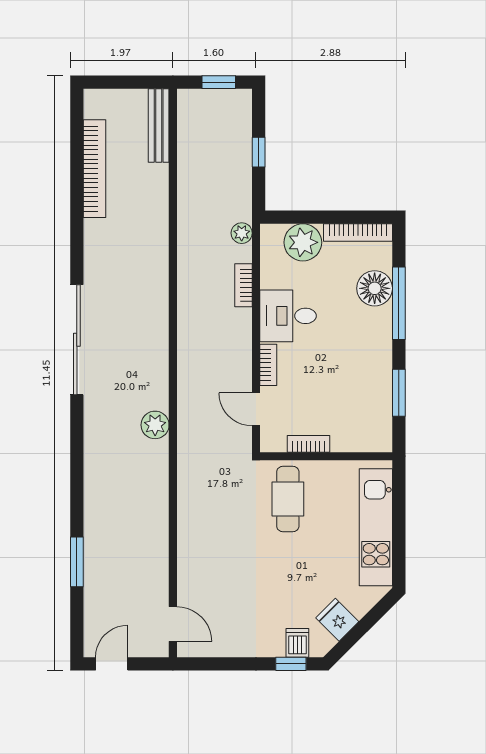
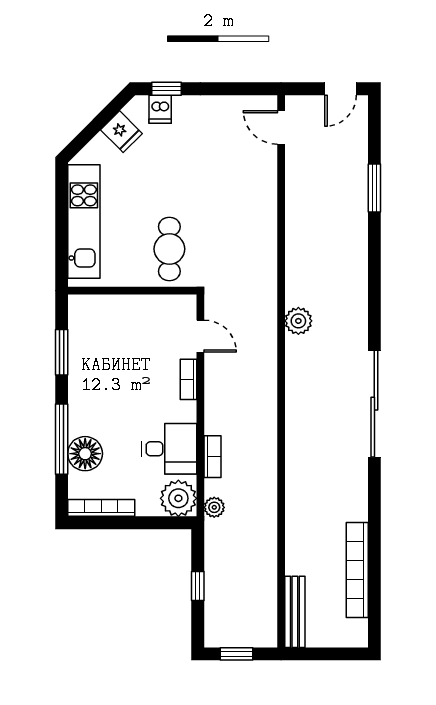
plant: (303, 242) -> (178, 498), moved
desk: (288, 316) -> (169, 449), moved
bookcase: (309, 444) -> (149, 303), removed

